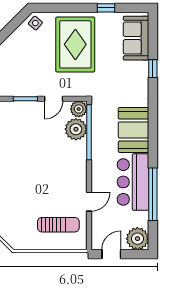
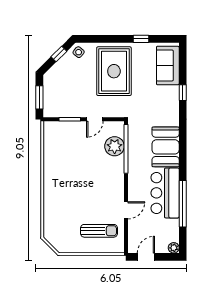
window: (13, 25) -> (59, 54), added
plant: (79, 109) -> (117, 128), removed
plant: (137, 239) -> (174, 248), width x0.53, depth x0.53

